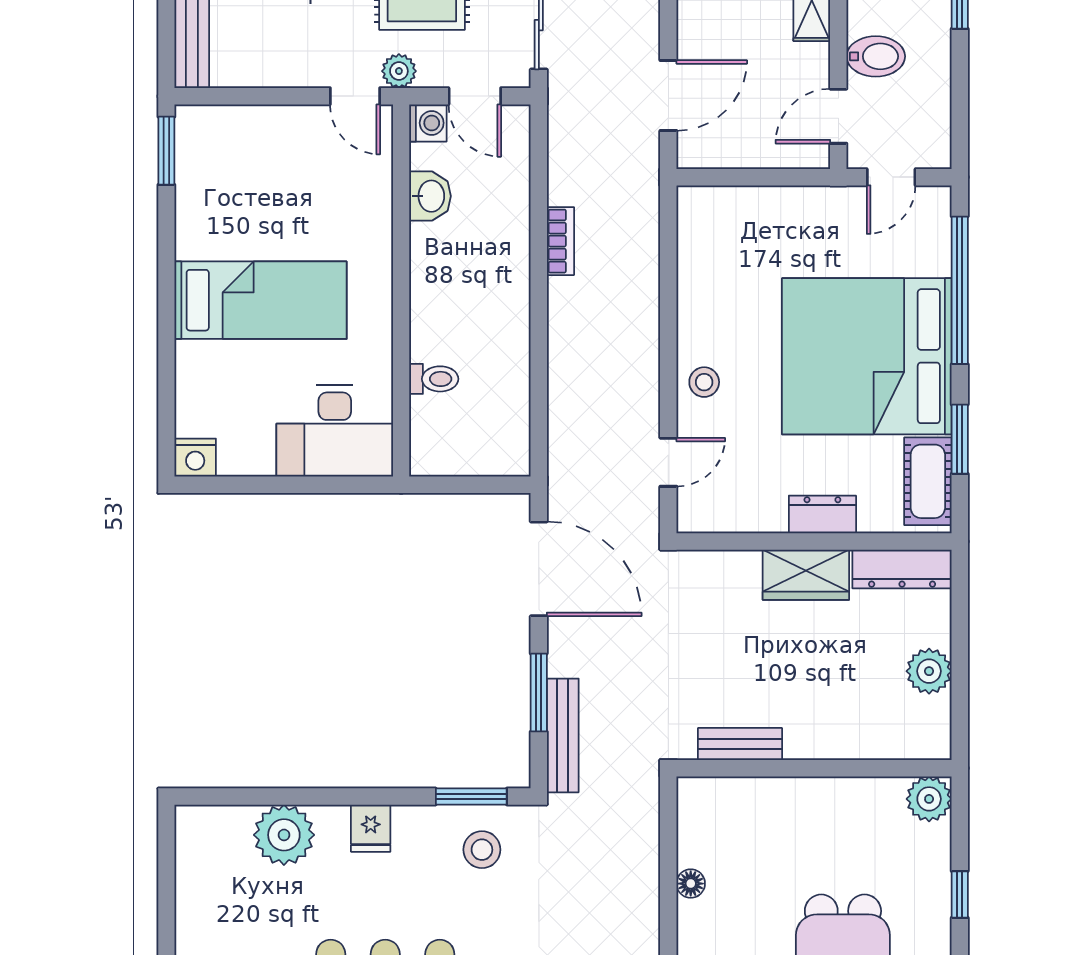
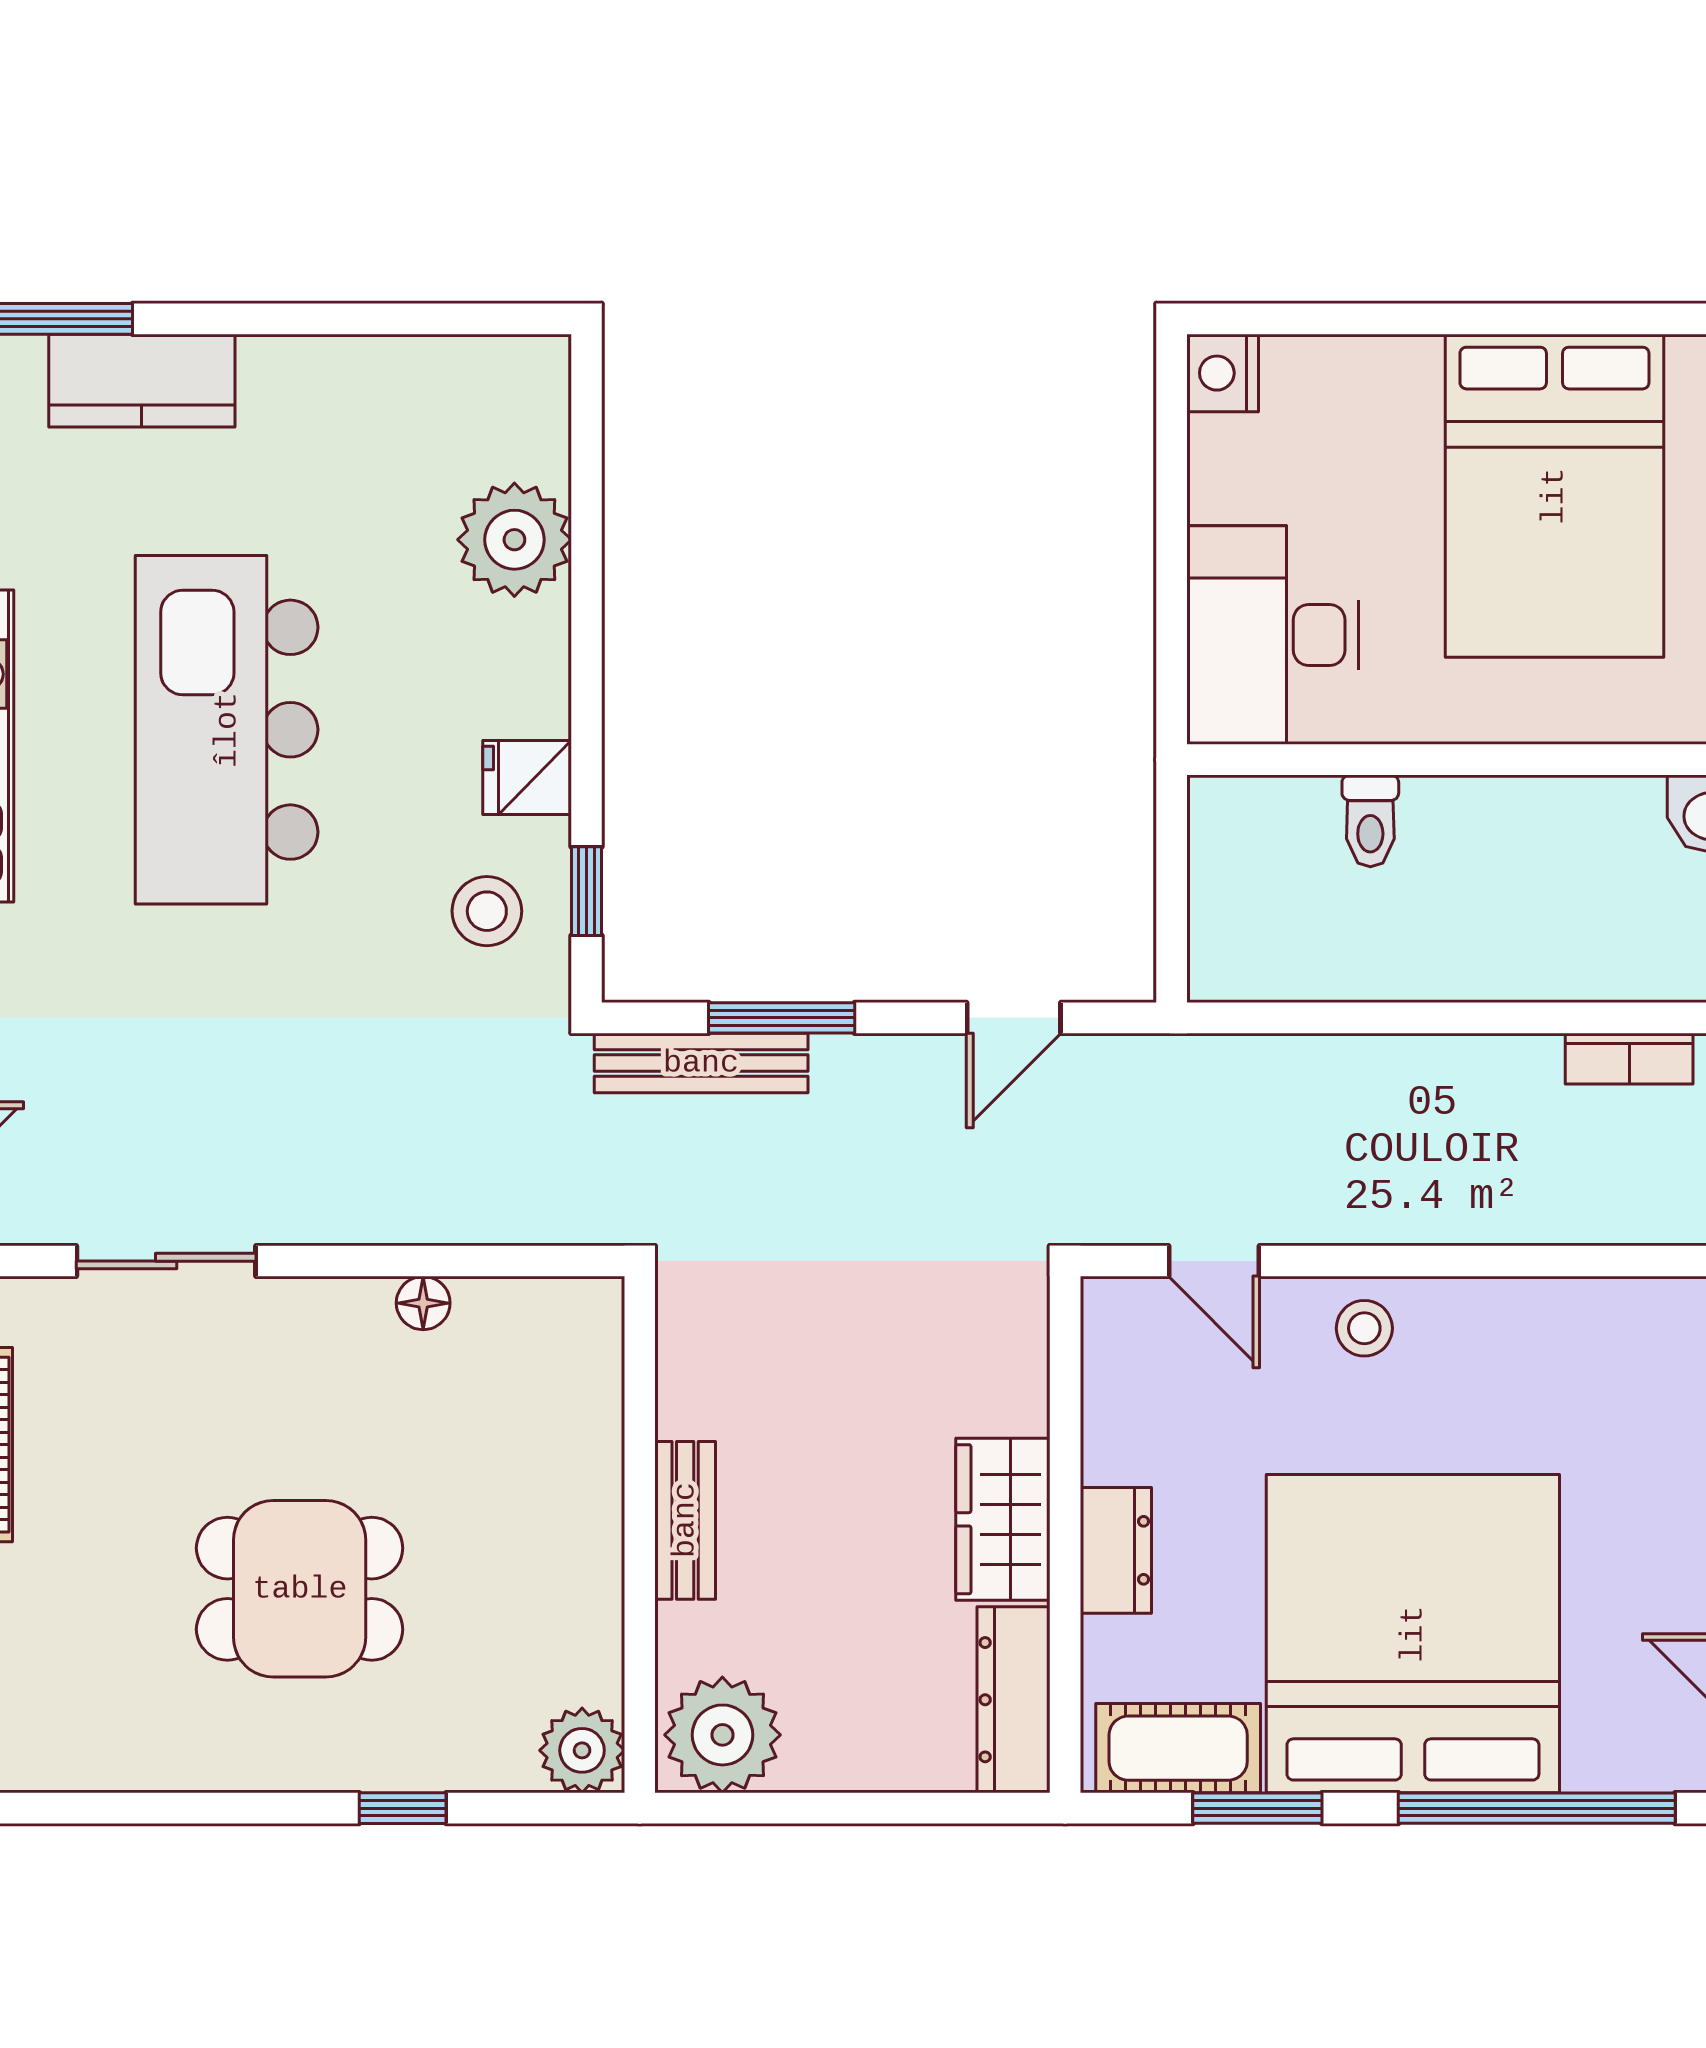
bed: (261, 300) -> (1554, 496), width x1.50
door: (539, 569) -> (1014, 1018), width x0.53
plant: (929, 671) -> (722, 1735), moved, width x1.36, depth x1.36
bench: (740, 744) -> (685, 1520), moved
window: (471, 797) -> (587, 891), width x0.67
fridge: (371, 828) -> (527, 777), moved

